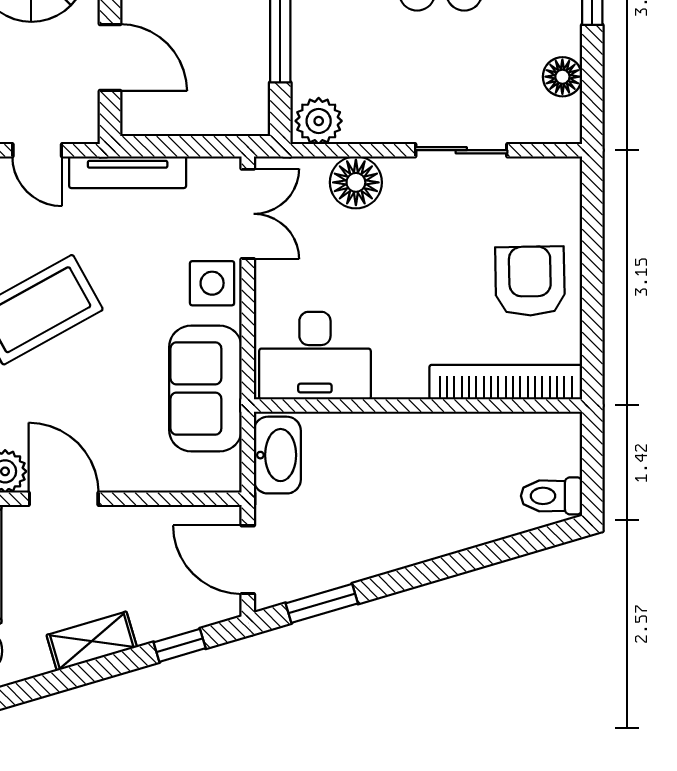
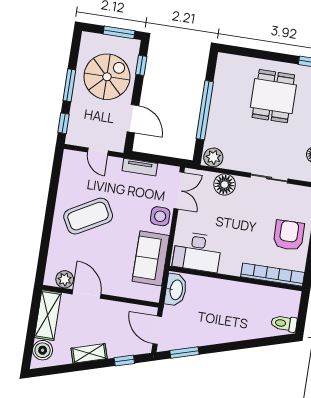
tv unit: (128, 172) -> (140, 167), width x0.71

